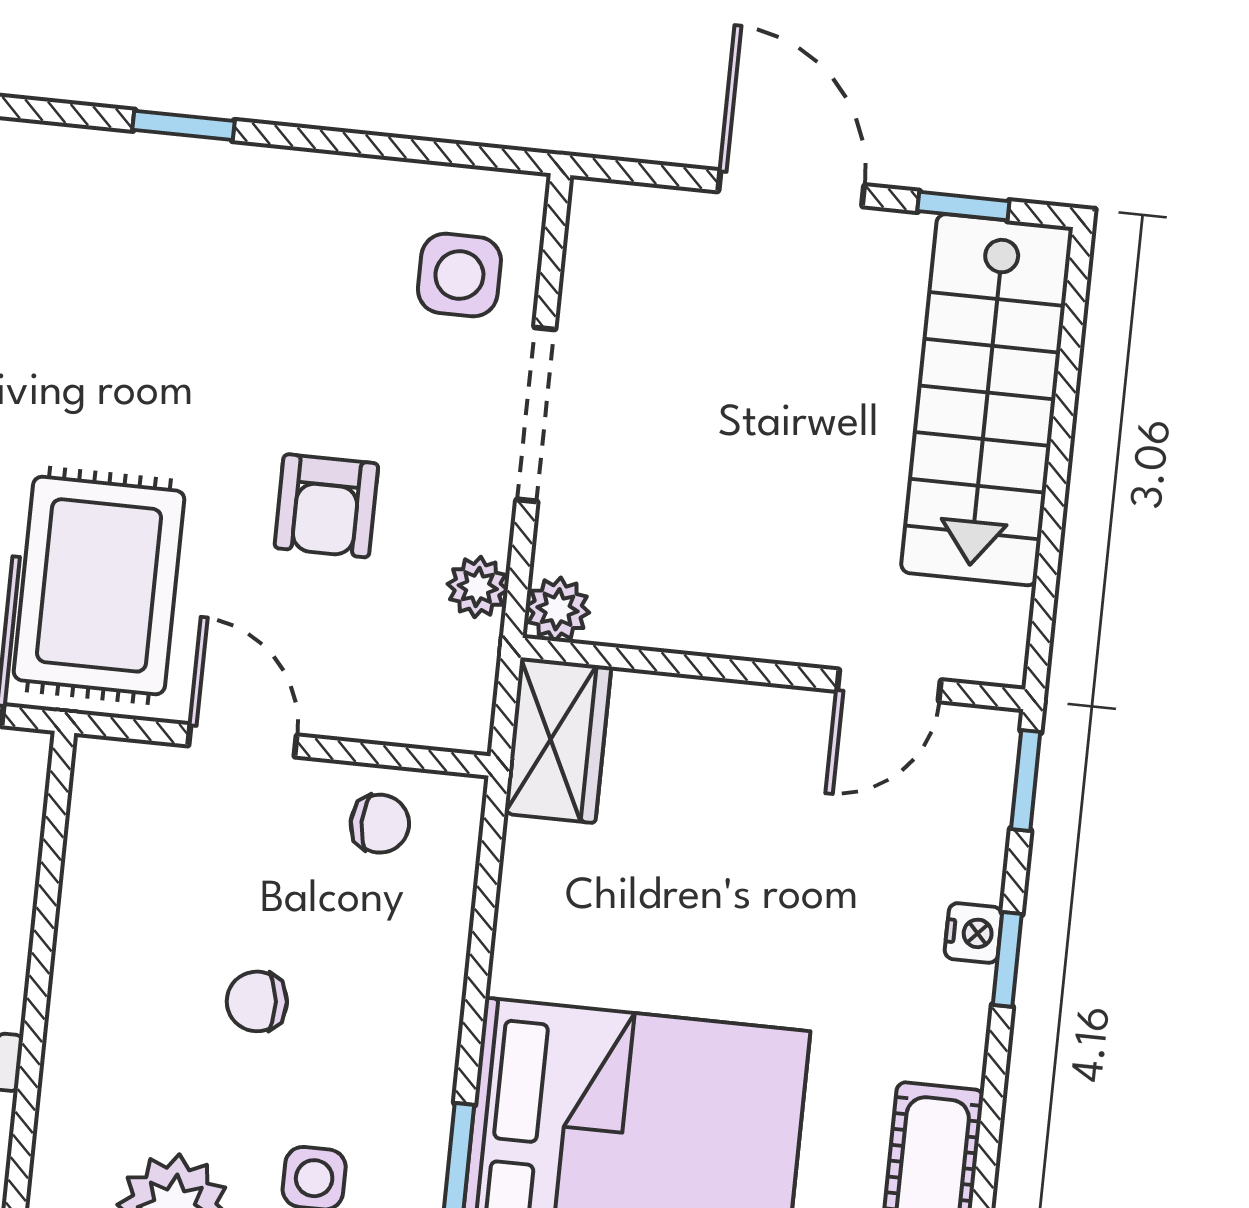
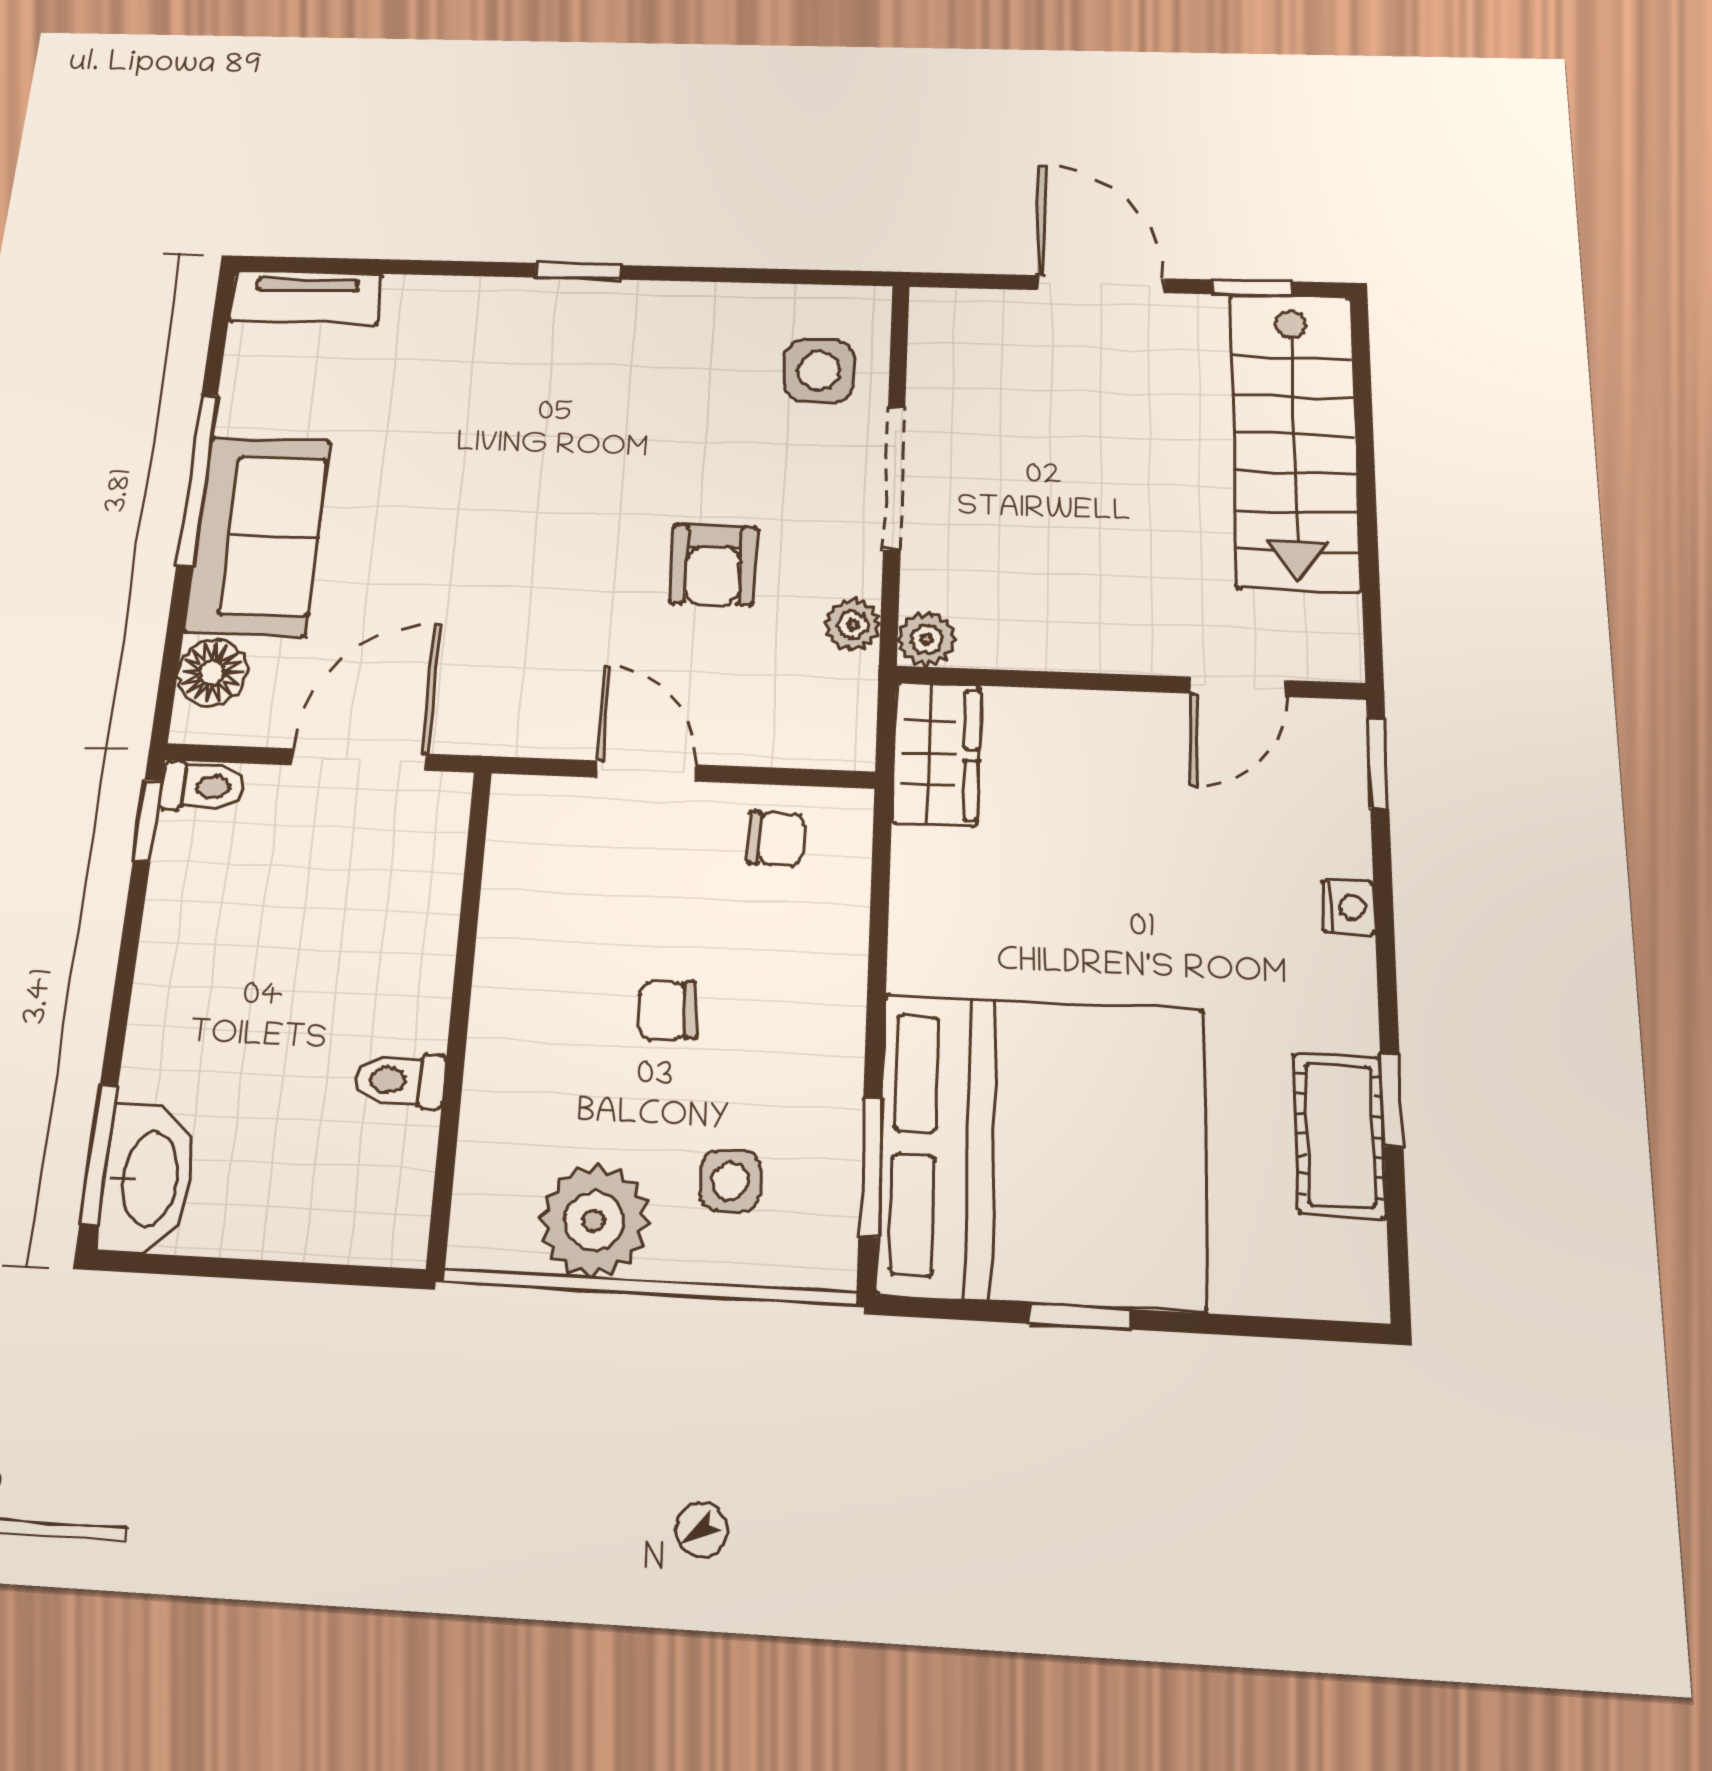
rug: (99, 585) -> (512, 644), removed
window: (1007, 959) -> (1392, 1100), moved

